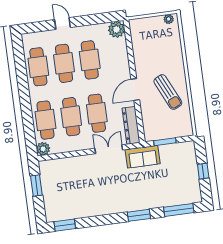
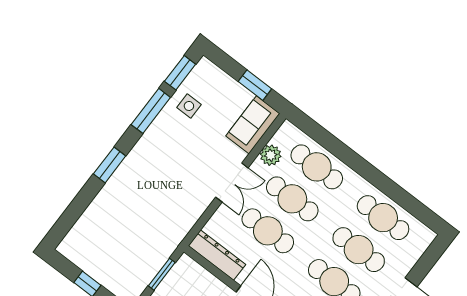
plant: (43, 149) -> (271, 155), moved
double door: (109, 149) -> (232, 182), moved
sofa: (143, 157) -> (253, 125), moved
side table: (76, 206) -> (189, 106), added
window: (179, 210) -> (151, 111), moved

